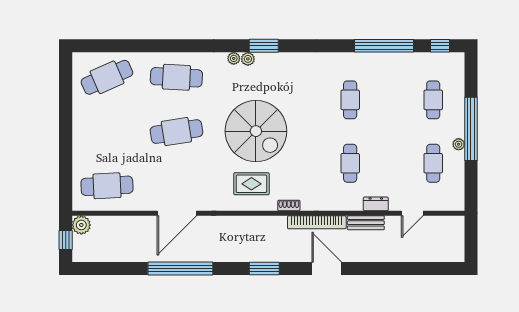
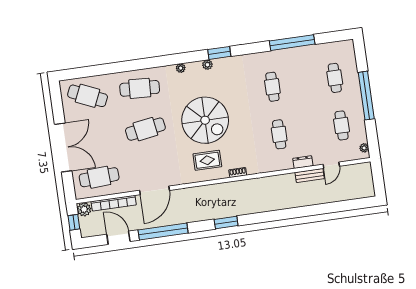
window: (264, 46) -> (219, 53), moved
window: (440, 46) -> (334, 37), removed
plant: (248, 59) -> (207, 65), moved
cafe table: (107, 77) -> (88, 96), turned 48
double door: (66, 140) -> (63, 147), added
plant: (459, 144) -> (364, 148), moved
bookcase: (317, 222) -> (114, 203), moved
bench: (366, 223) -> (310, 176), moved
door: (327, 269) -> (118, 238), moved

